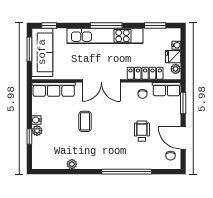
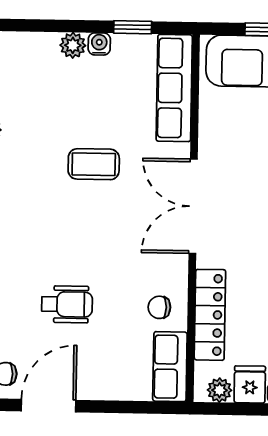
window: (183, 103) -> (135, 407), removed
window: (29, 136) -> (133, 27), moved

